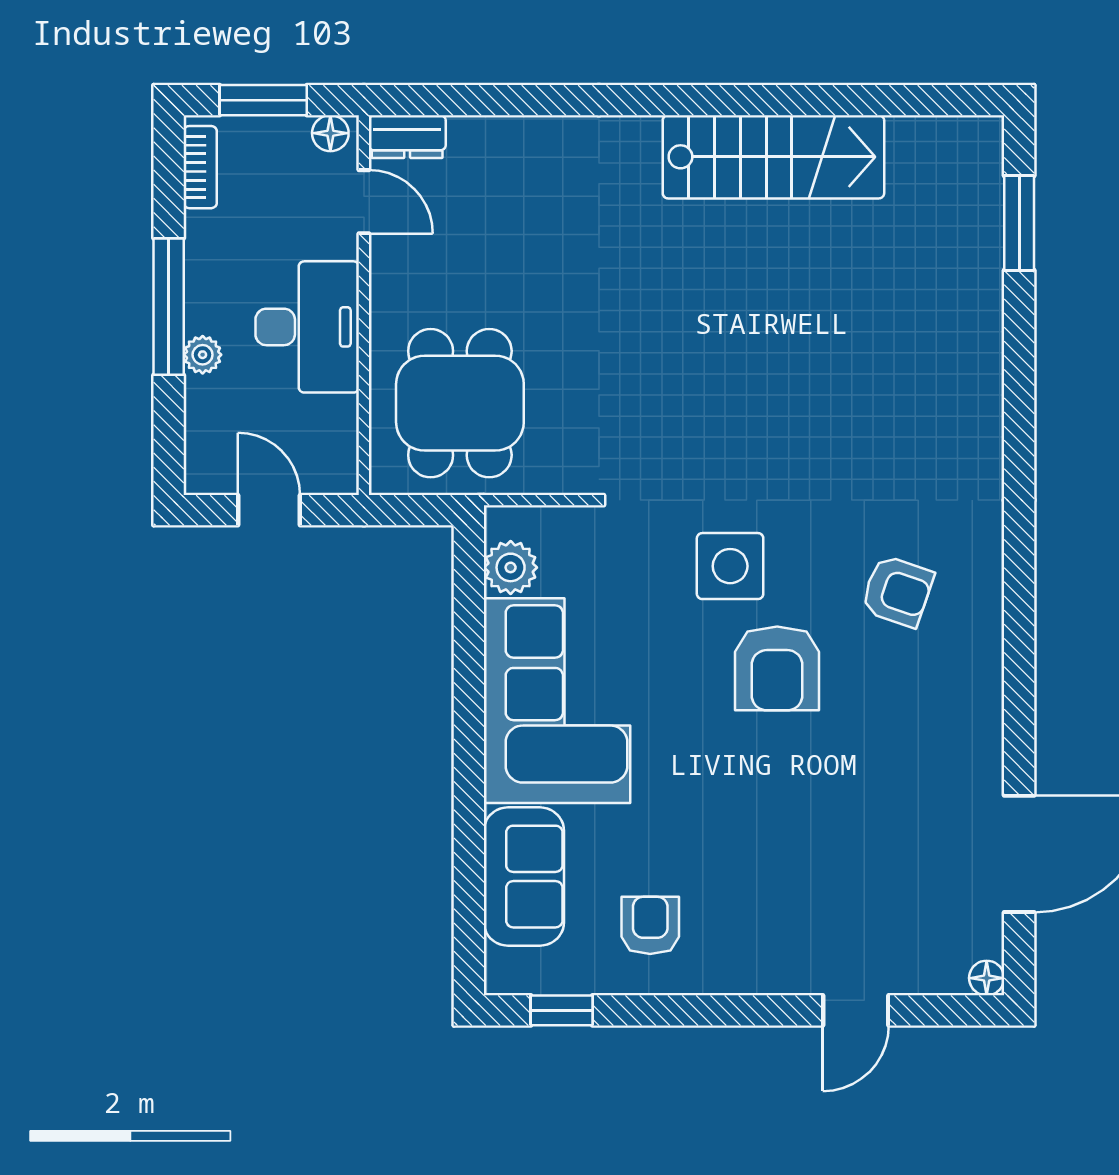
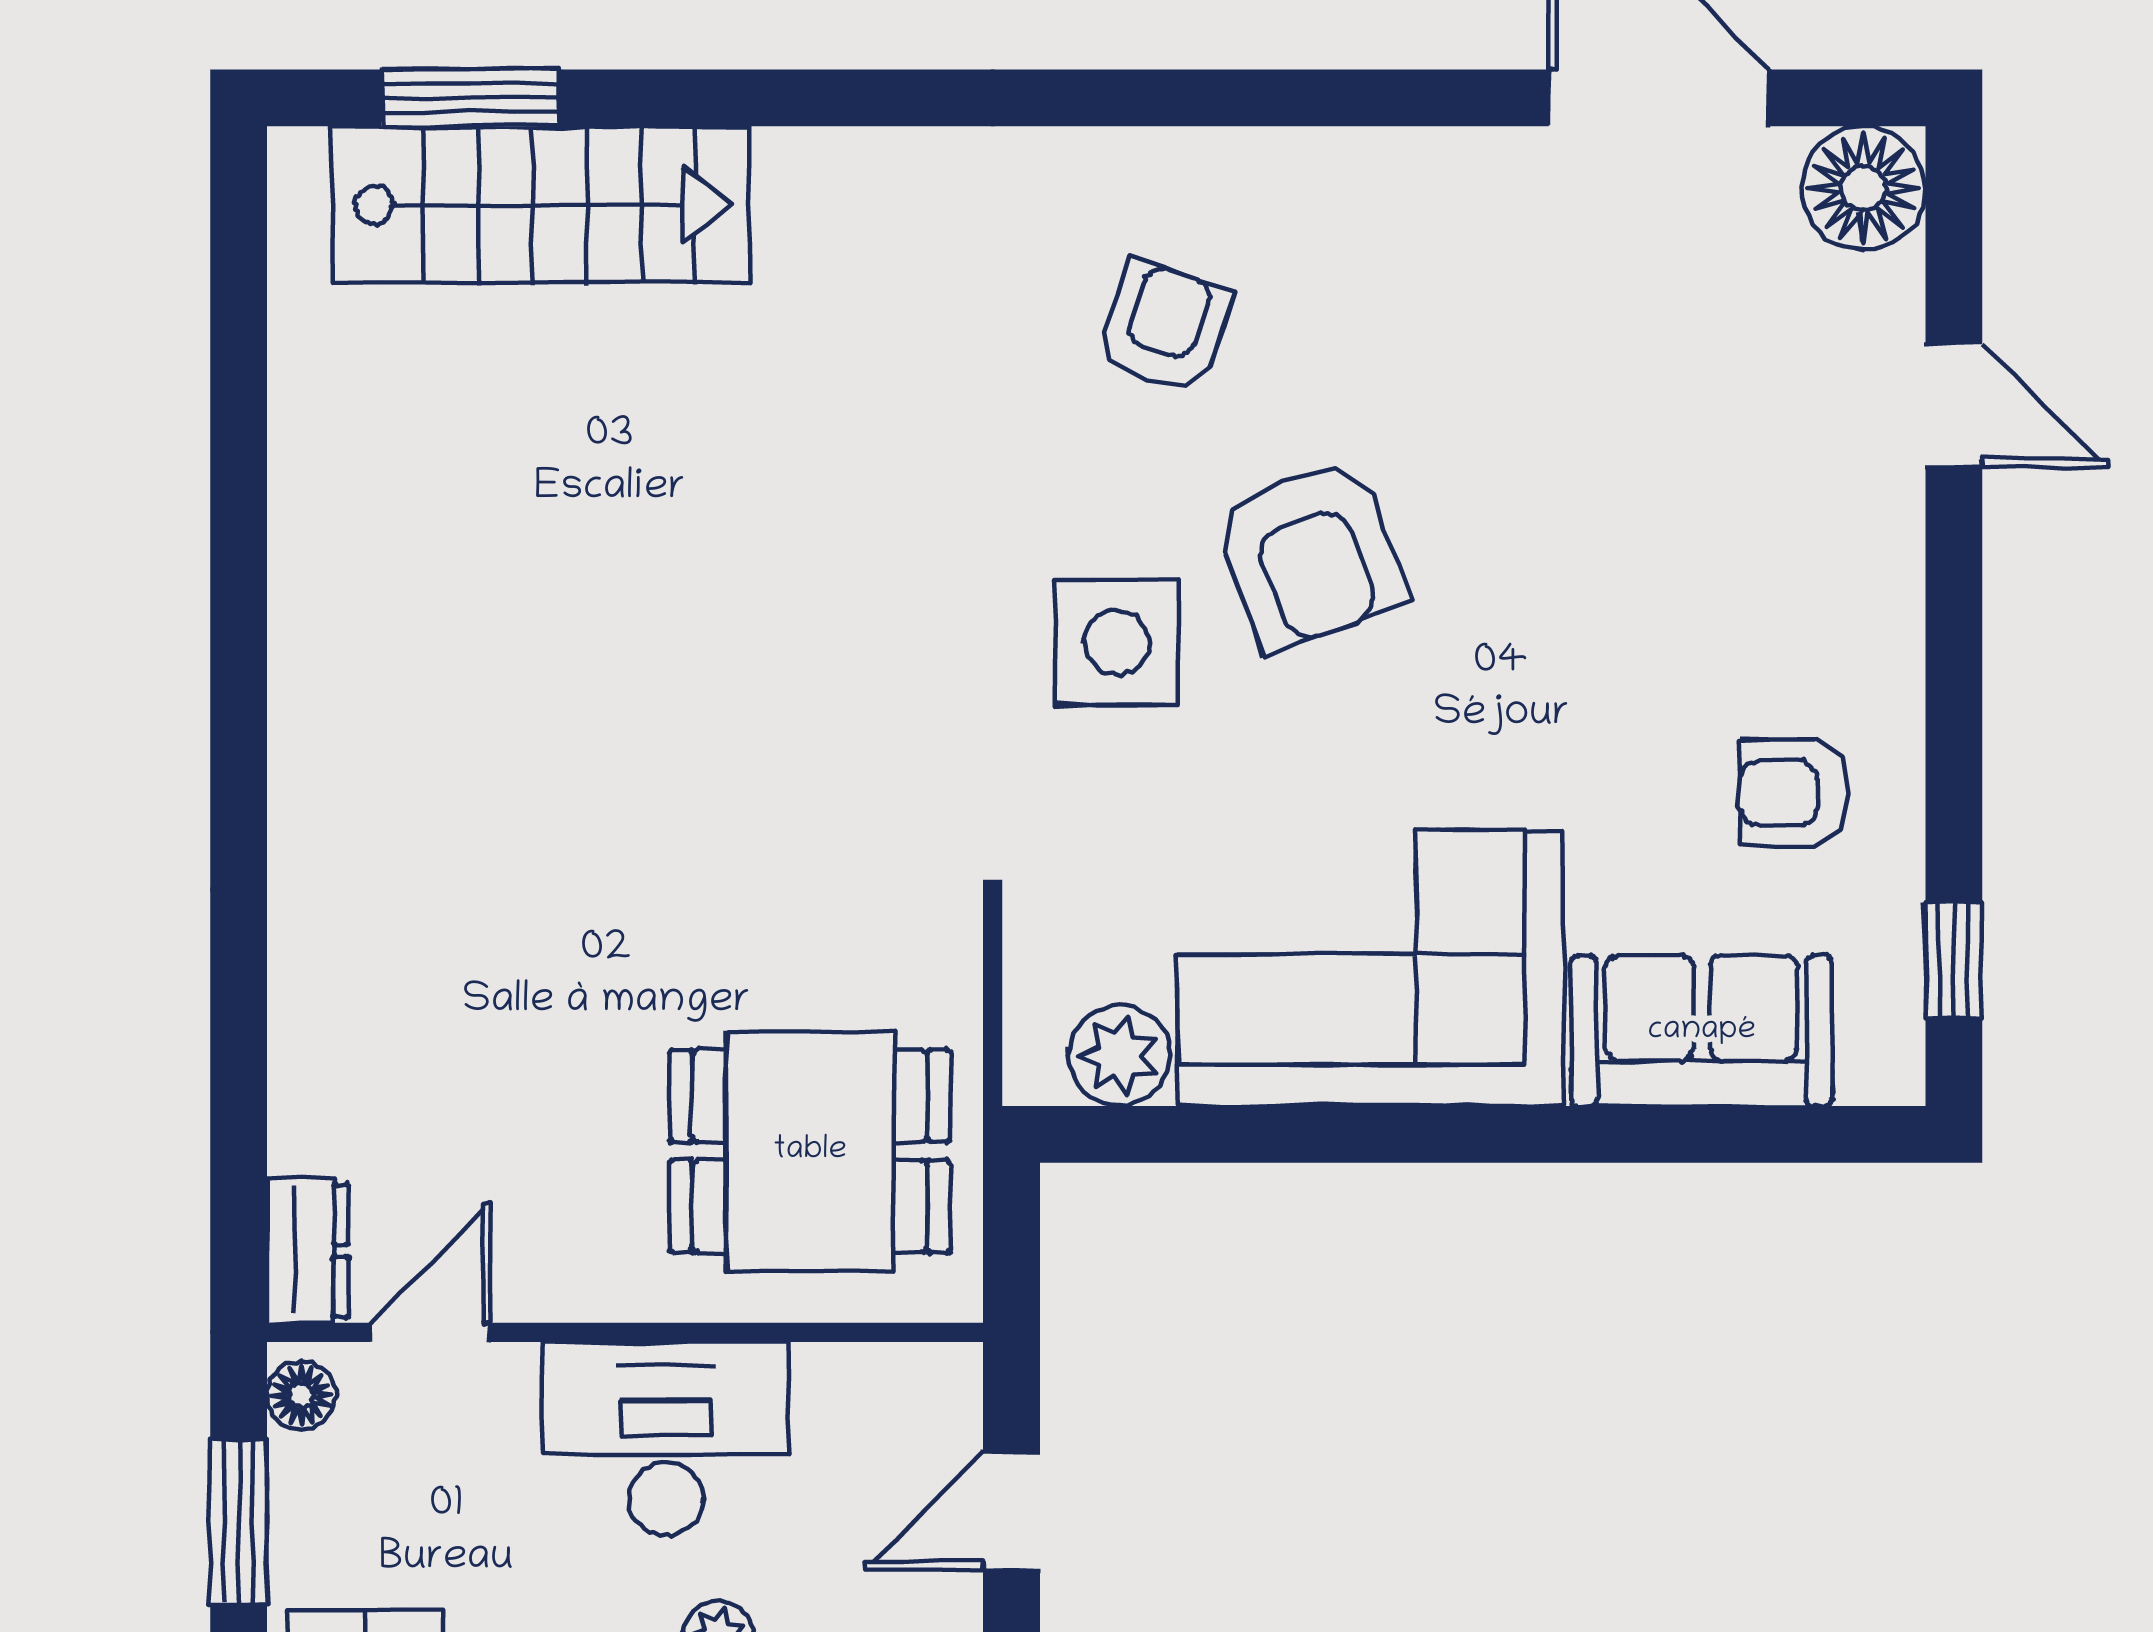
stairs: (773, 157) -> (541, 205), moved, turned 90
armchair: (777, 668) -> (1310, 554), turned 69
floor lamp: (987, 978) -> (1864, 188), width x1.89, depth x1.89

